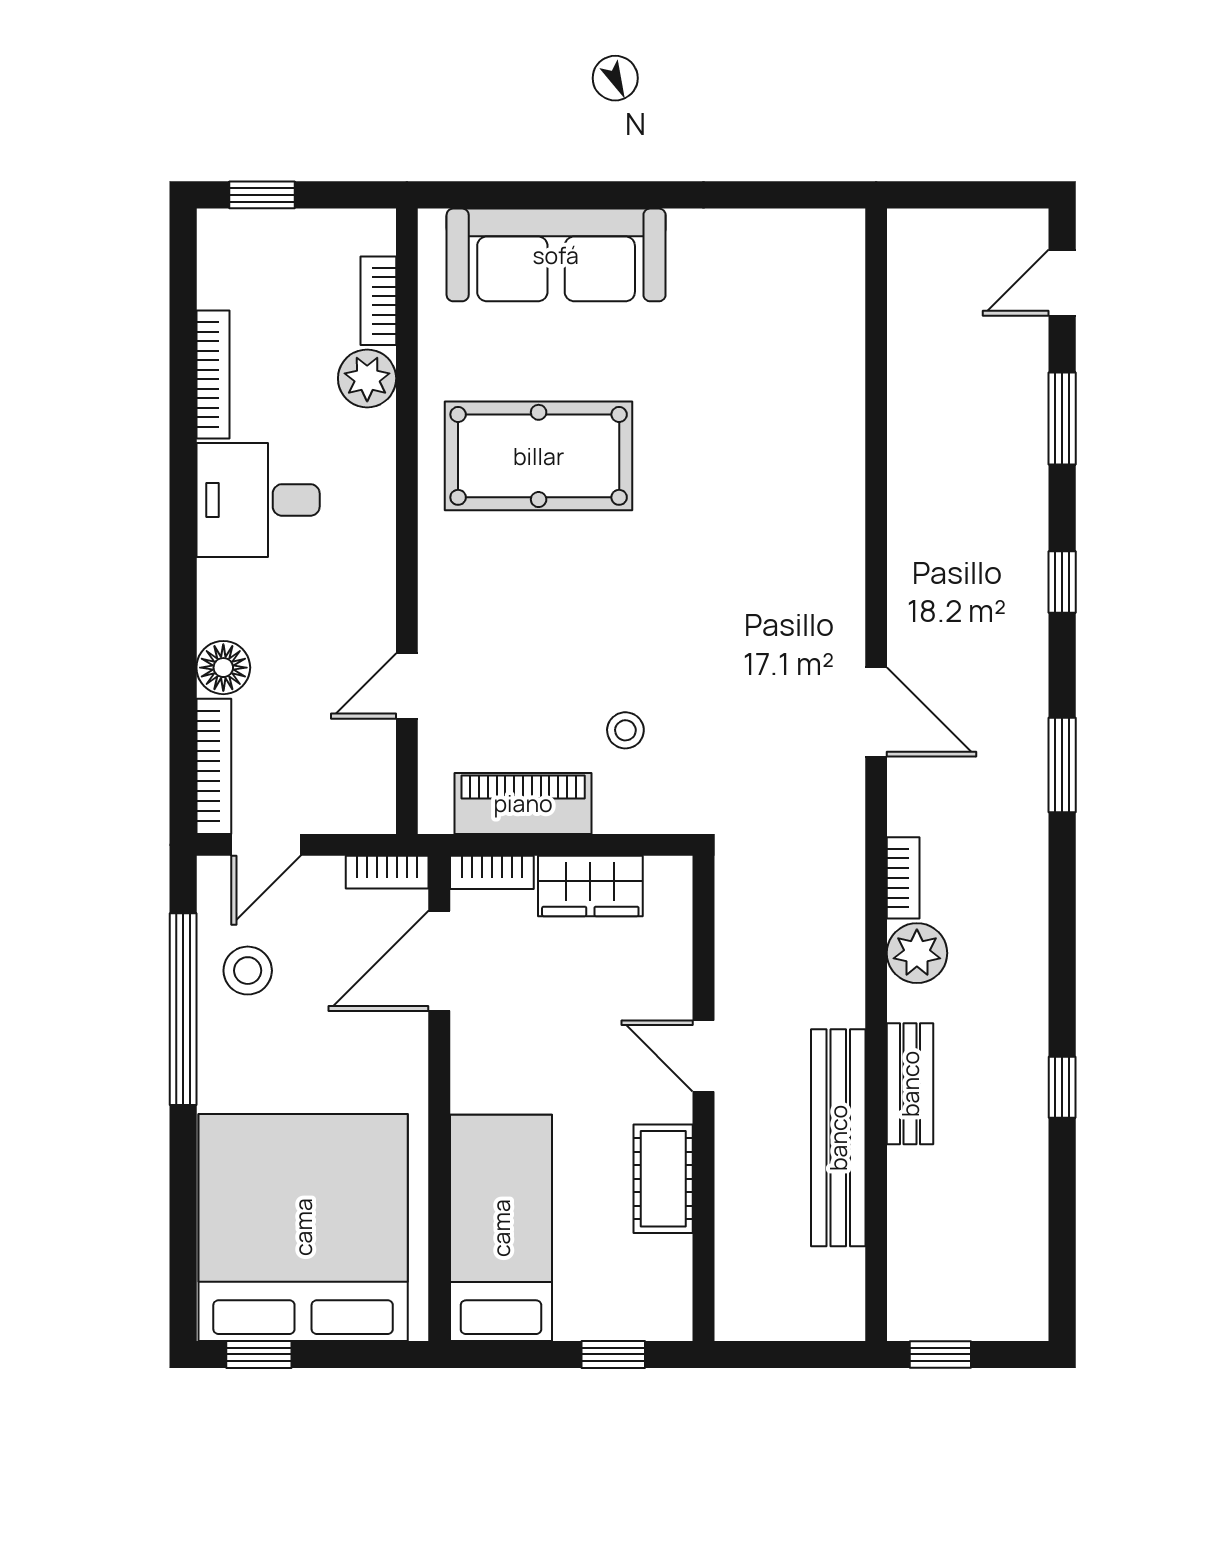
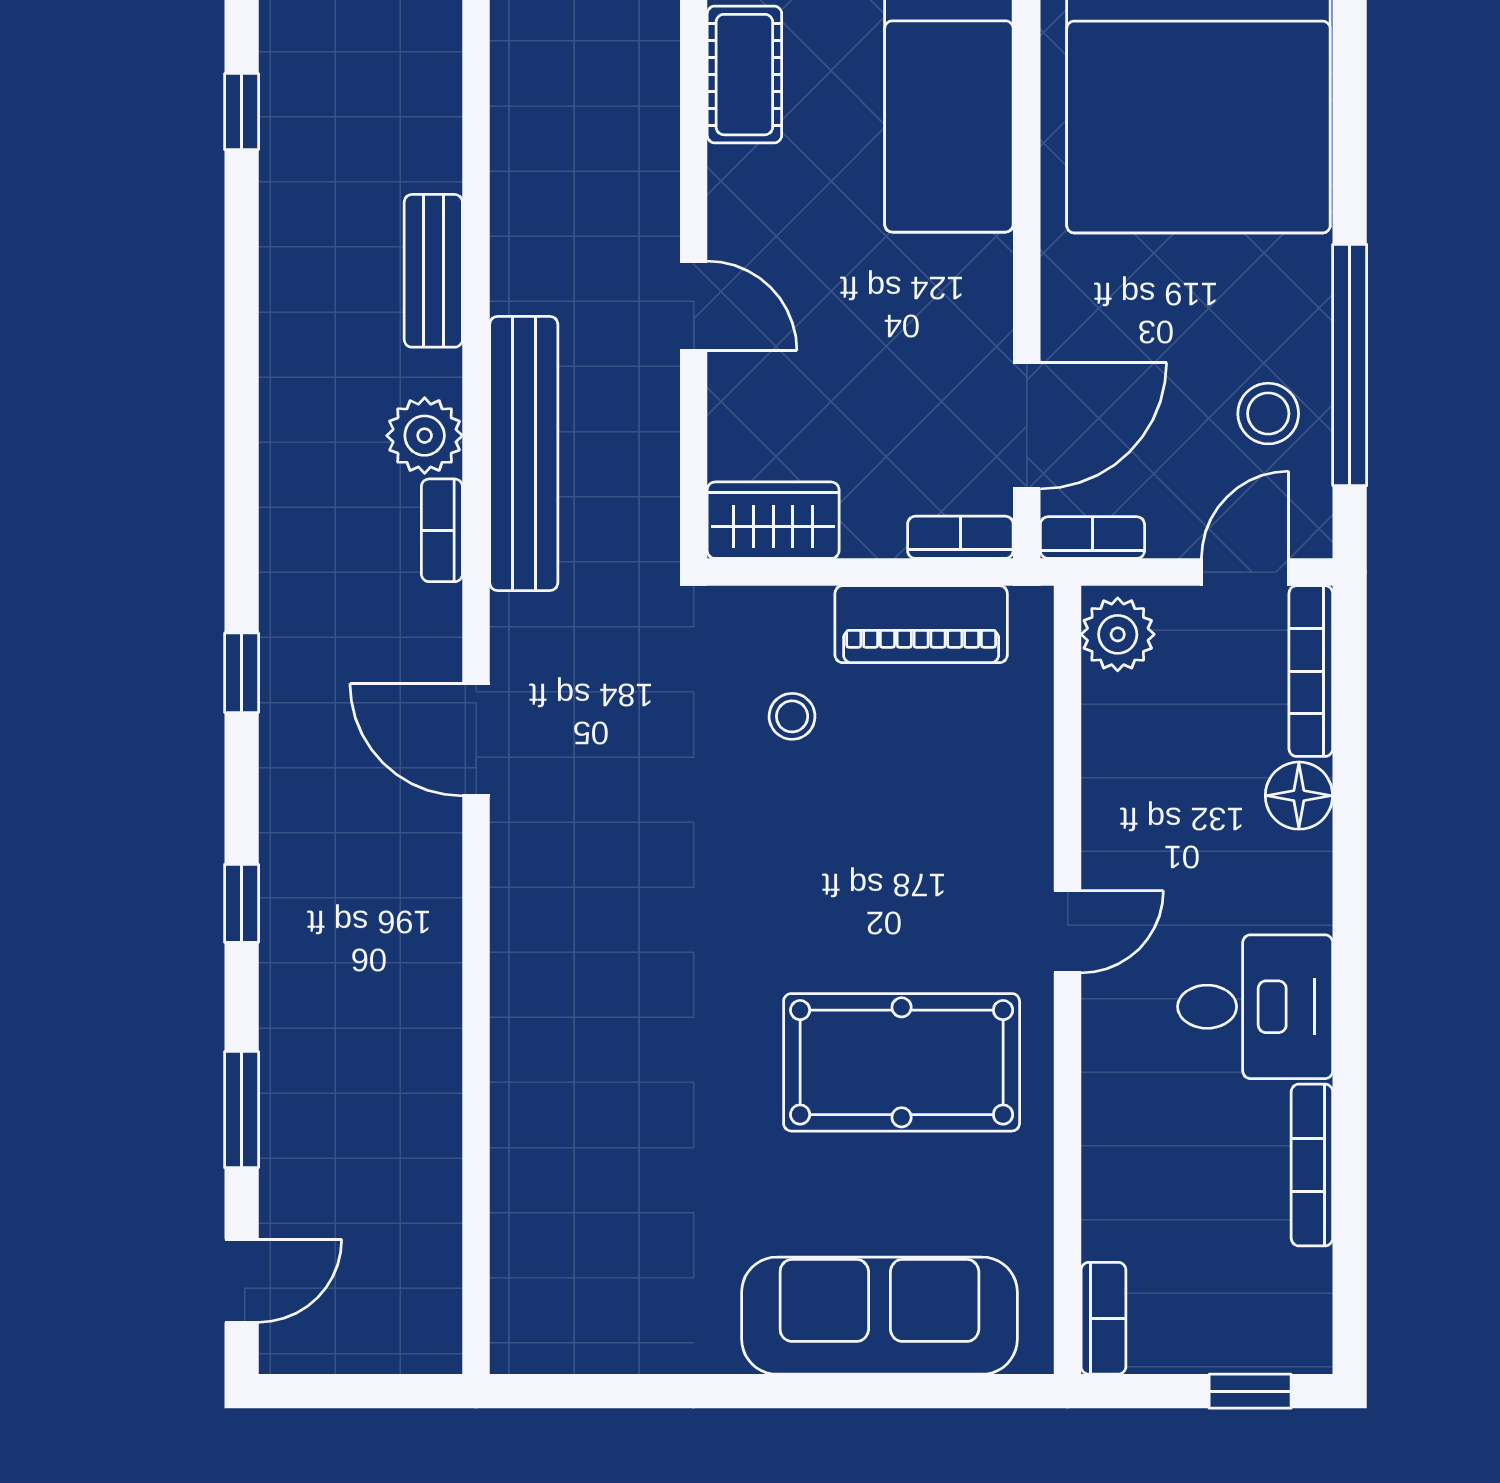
bookcase: (378, 301) -> (1103, 1318), moved
plant: (367, 378) -> (1118, 634), moved
door: (407, 686) -> (1068, 932), moved
window: (1062, 765) -> (242, 673), width x0.67
wardrobe: (590, 886) -> (773, 520), moved
window: (1062, 1087) -> (242, 112), moved
bench: (838, 1138) -> (524, 453), moved
cot: (663, 1179) -> (744, 75), moved

